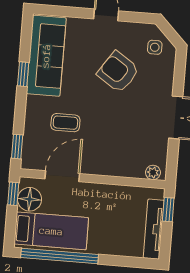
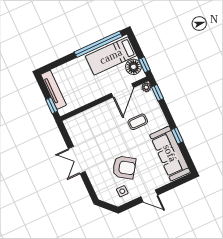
side table: (155, 47) -> (122, 191), moved
plant: (153, 172) -> (146, 87), moved

